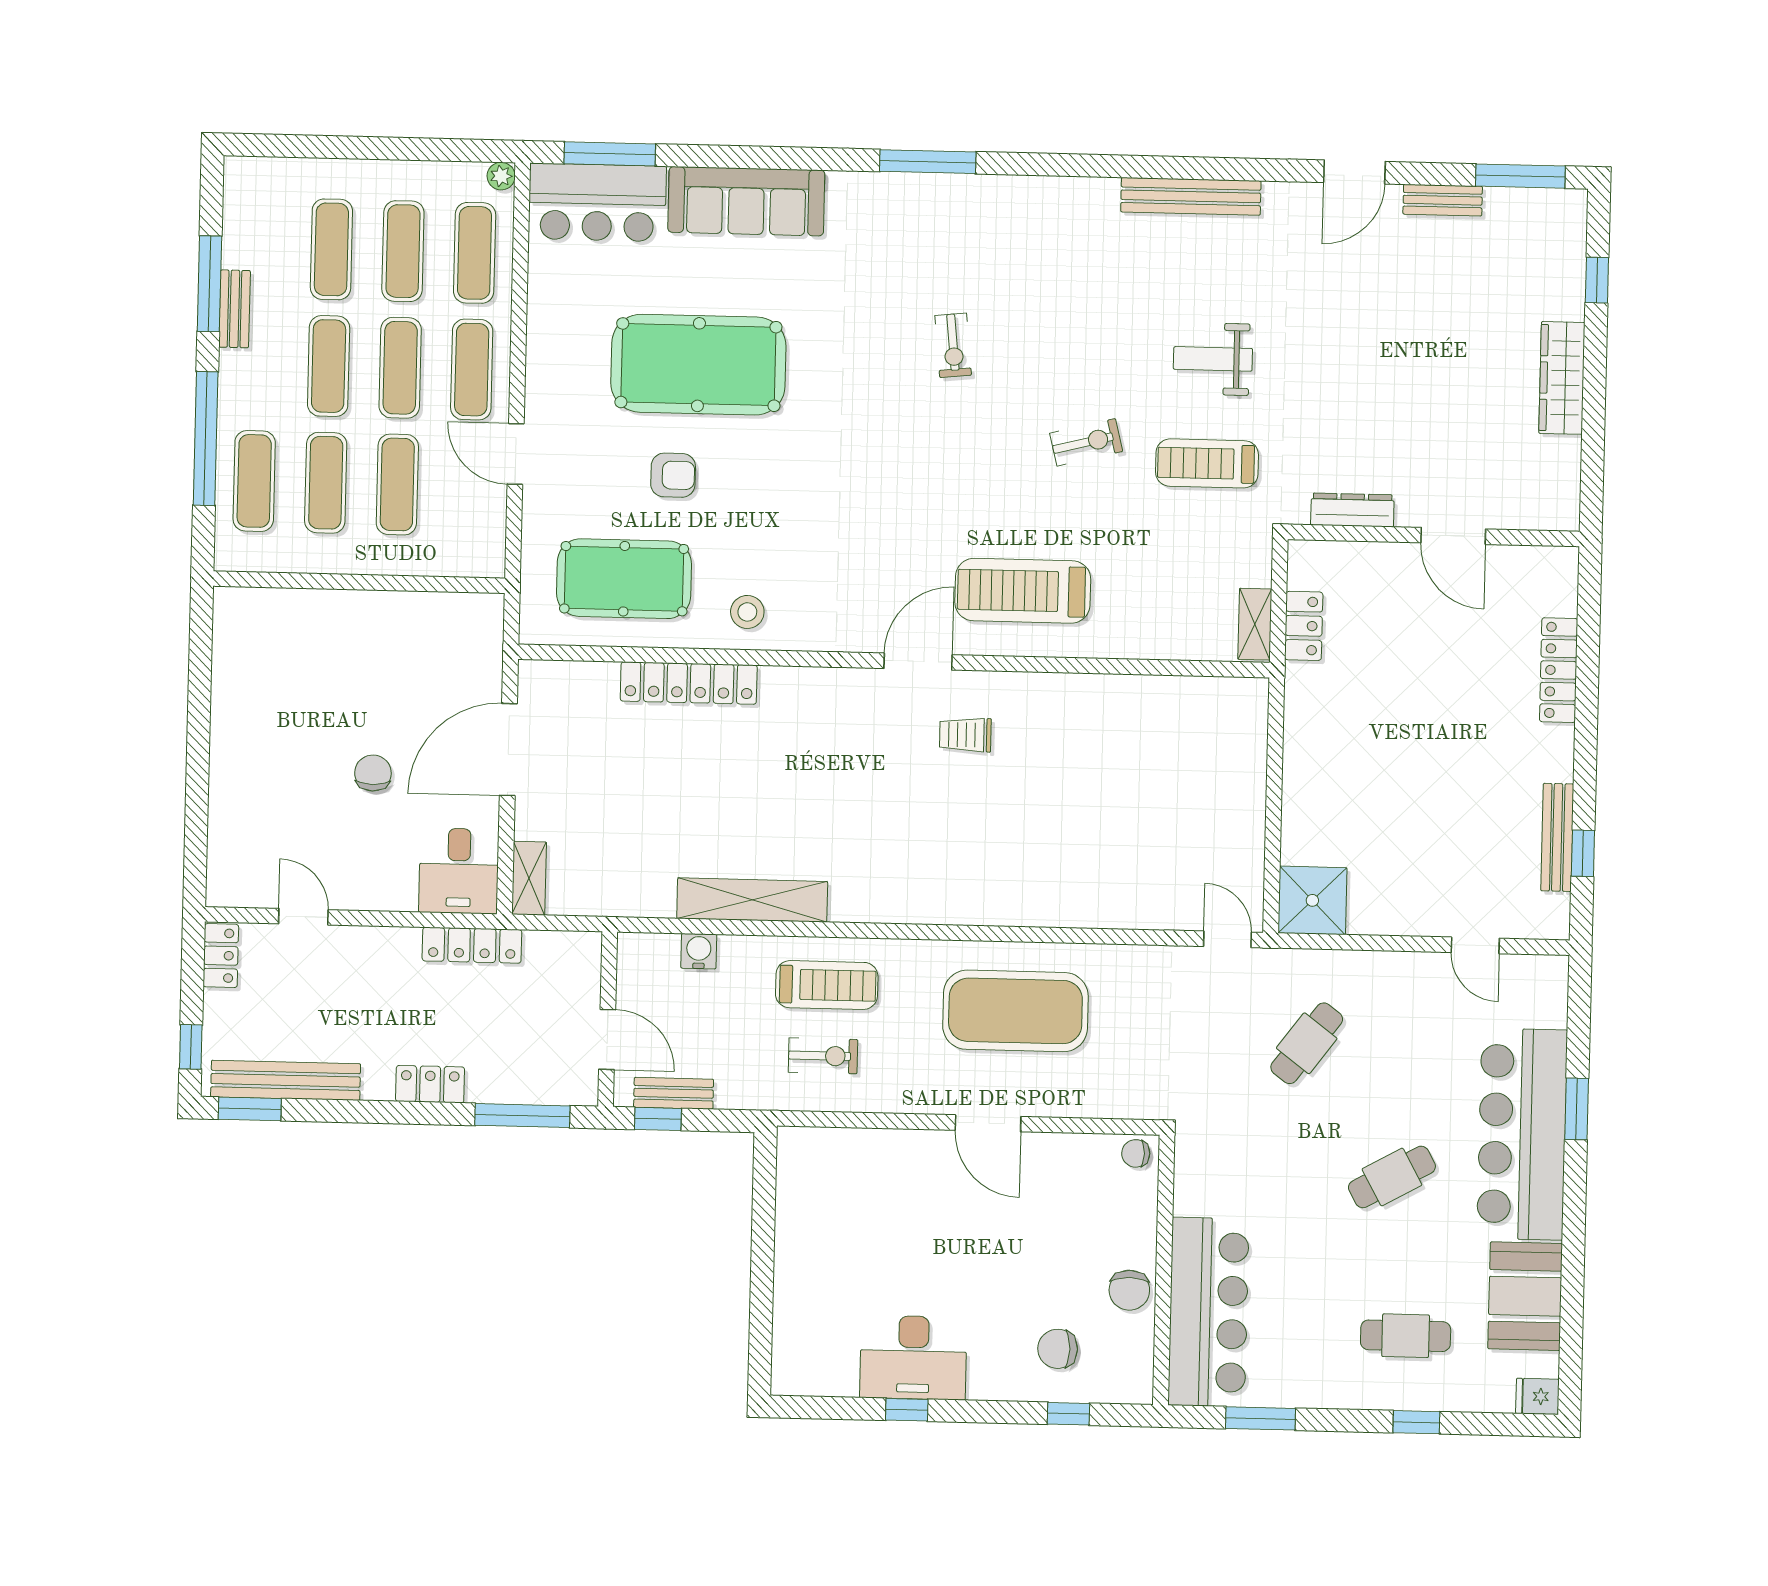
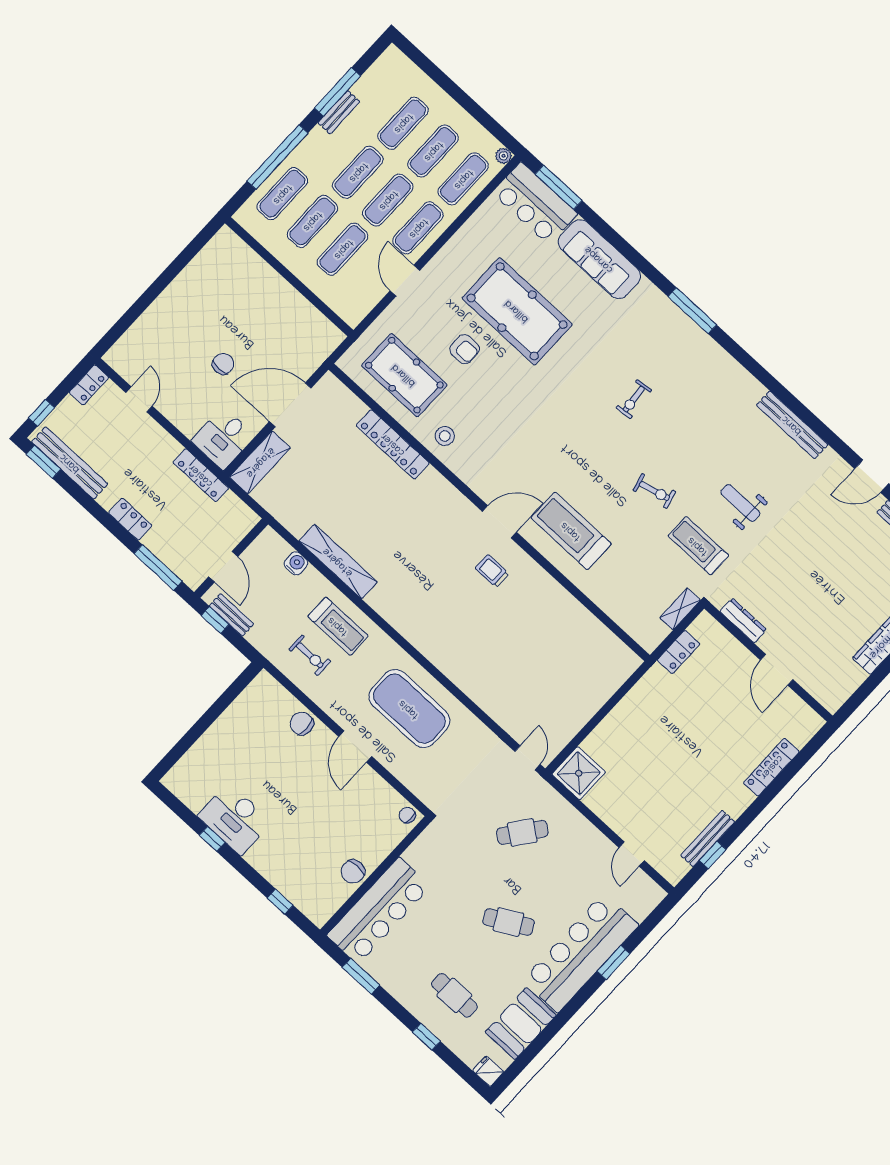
shelving: (1255, 624) -> (680, 609), moved
shelving: (529, 878) -> (260, 462), width x1.50, depth x1.33
chair: (1058, 1349) -> (302, 723), moved

